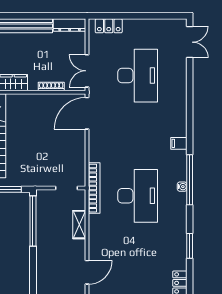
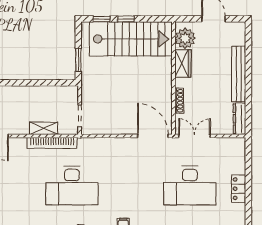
locker: (109, 26) -> (239, 189), moved
bookcase: (94, 188) -> (52, 143), moved
window: (33, 221) -> (47, 83), removed

